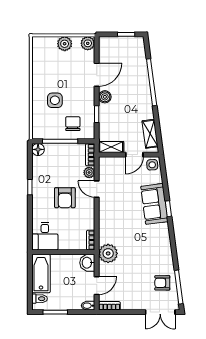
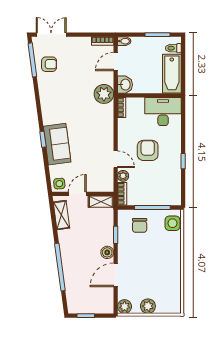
side table: (55, 100) -> (173, 223), moved
floor lamp: (38, 149) -> (175, 199), removed
desk: (45, 236) -> (163, 112), width x1.37

